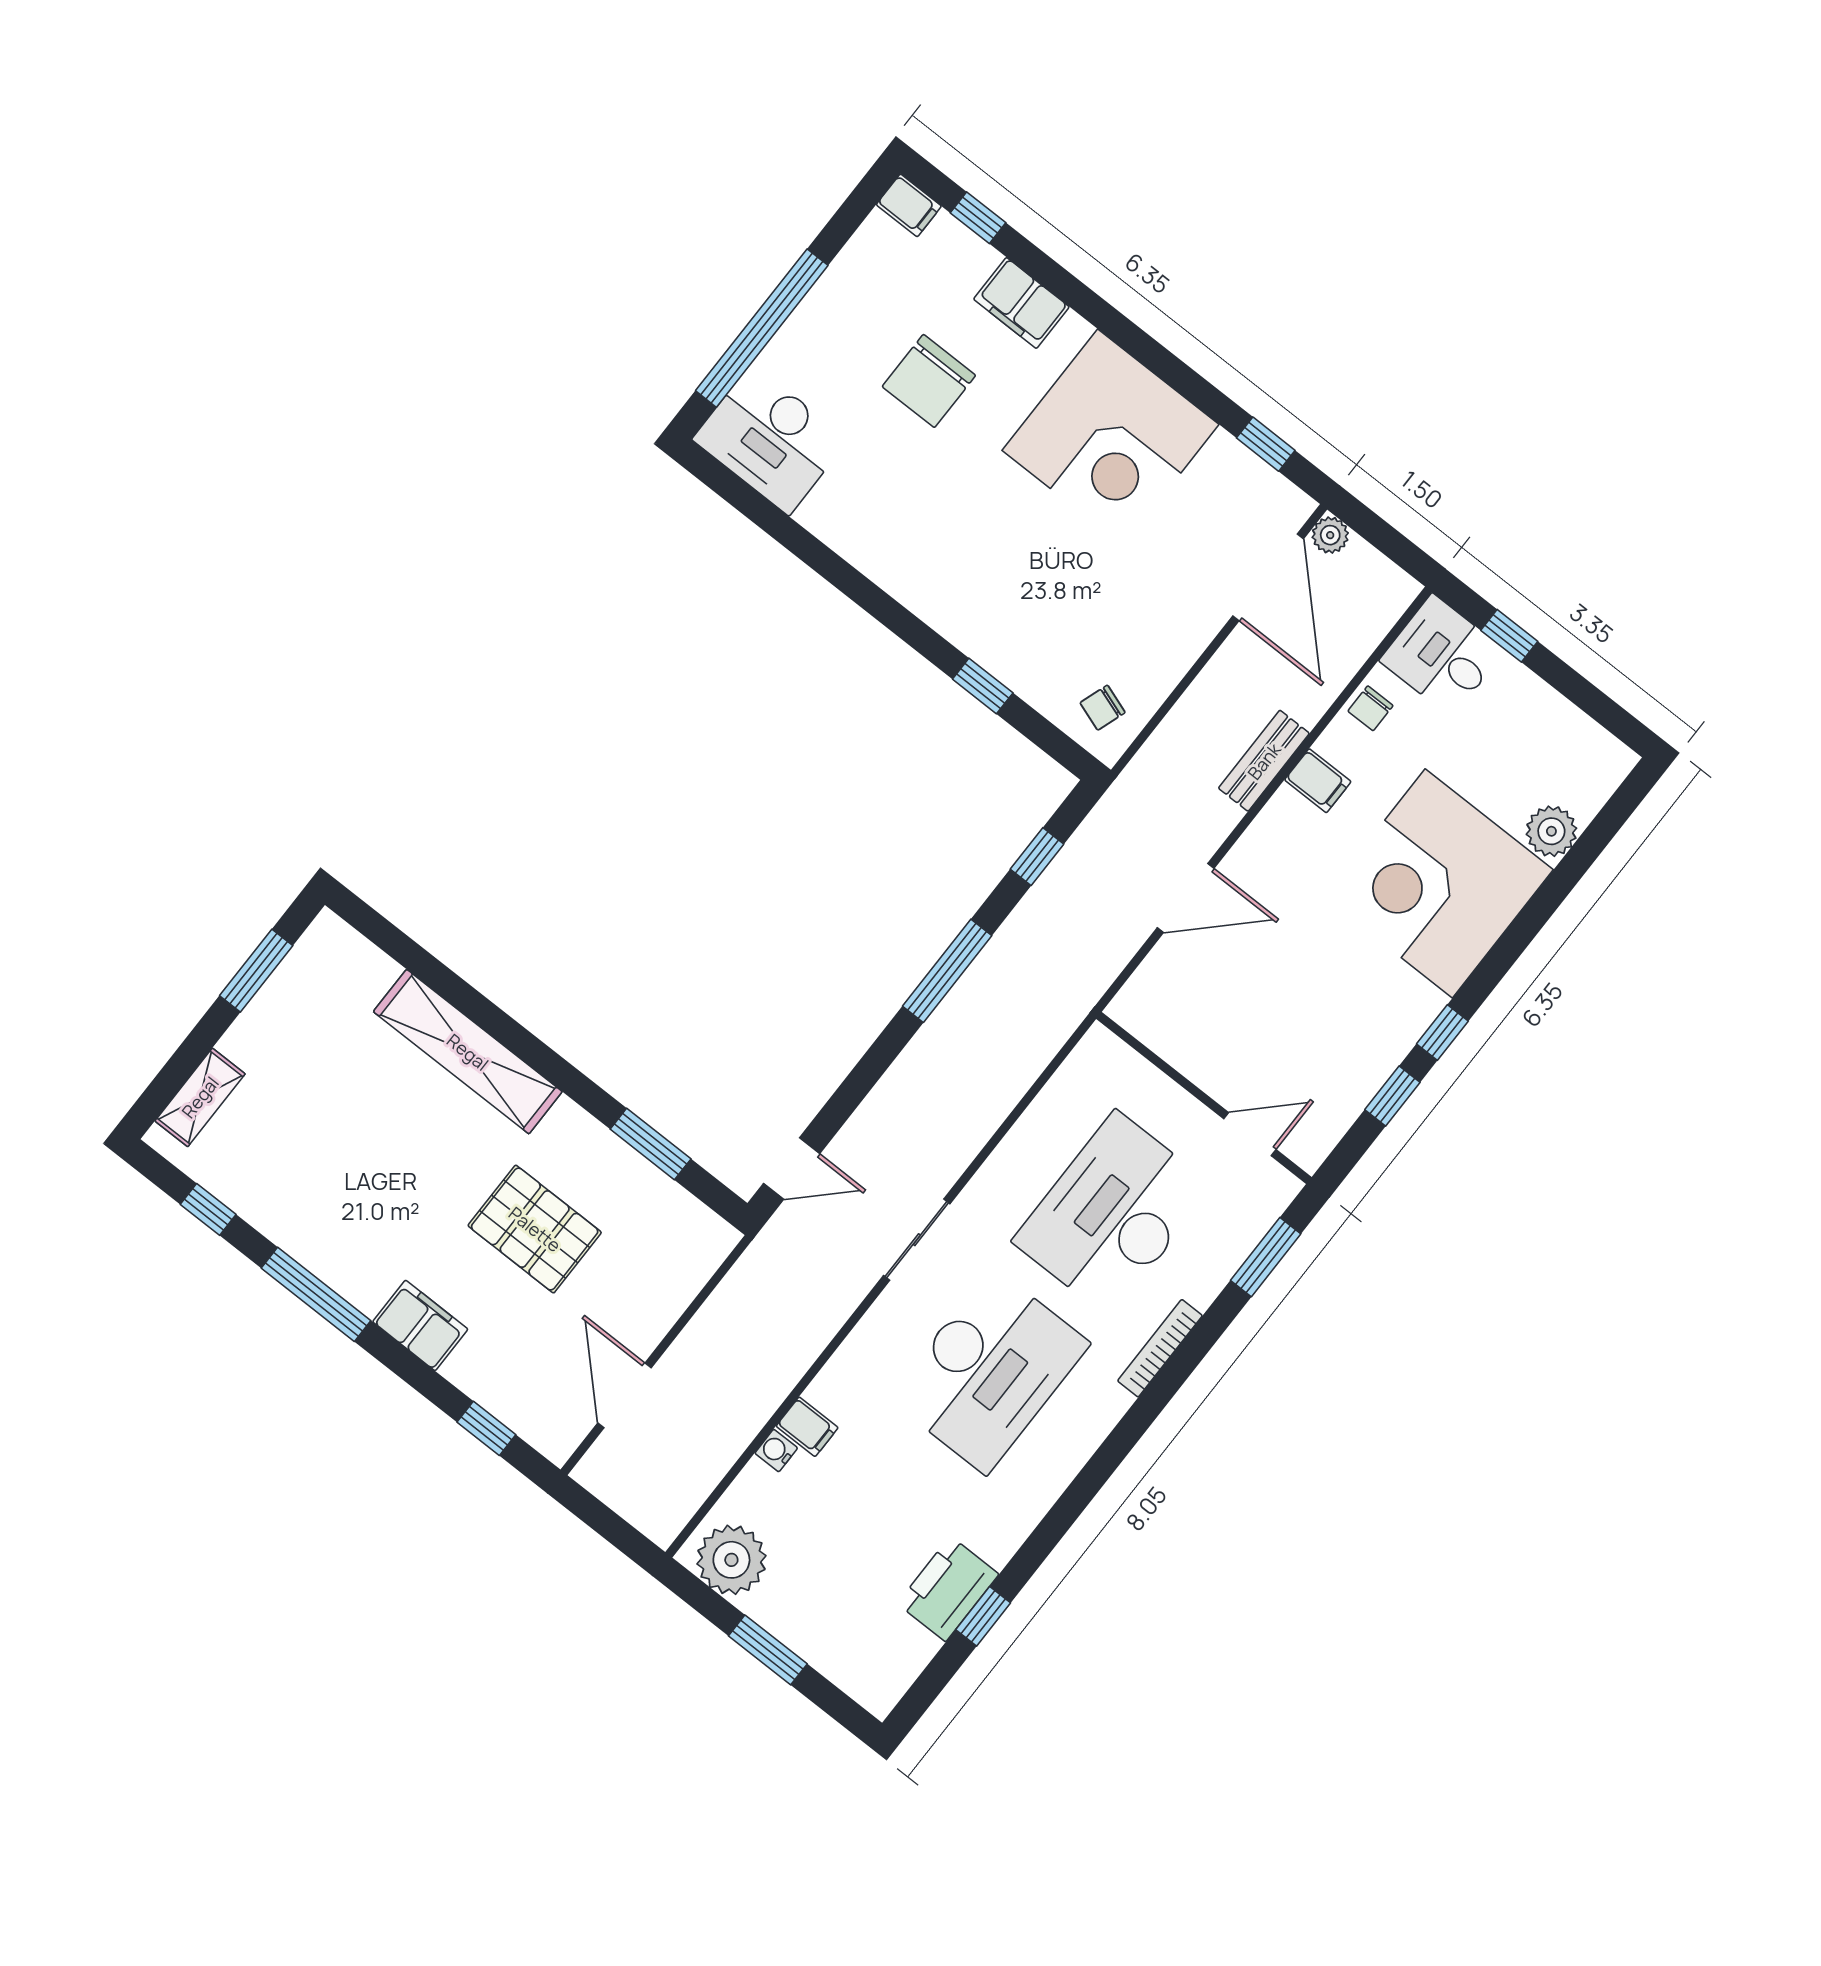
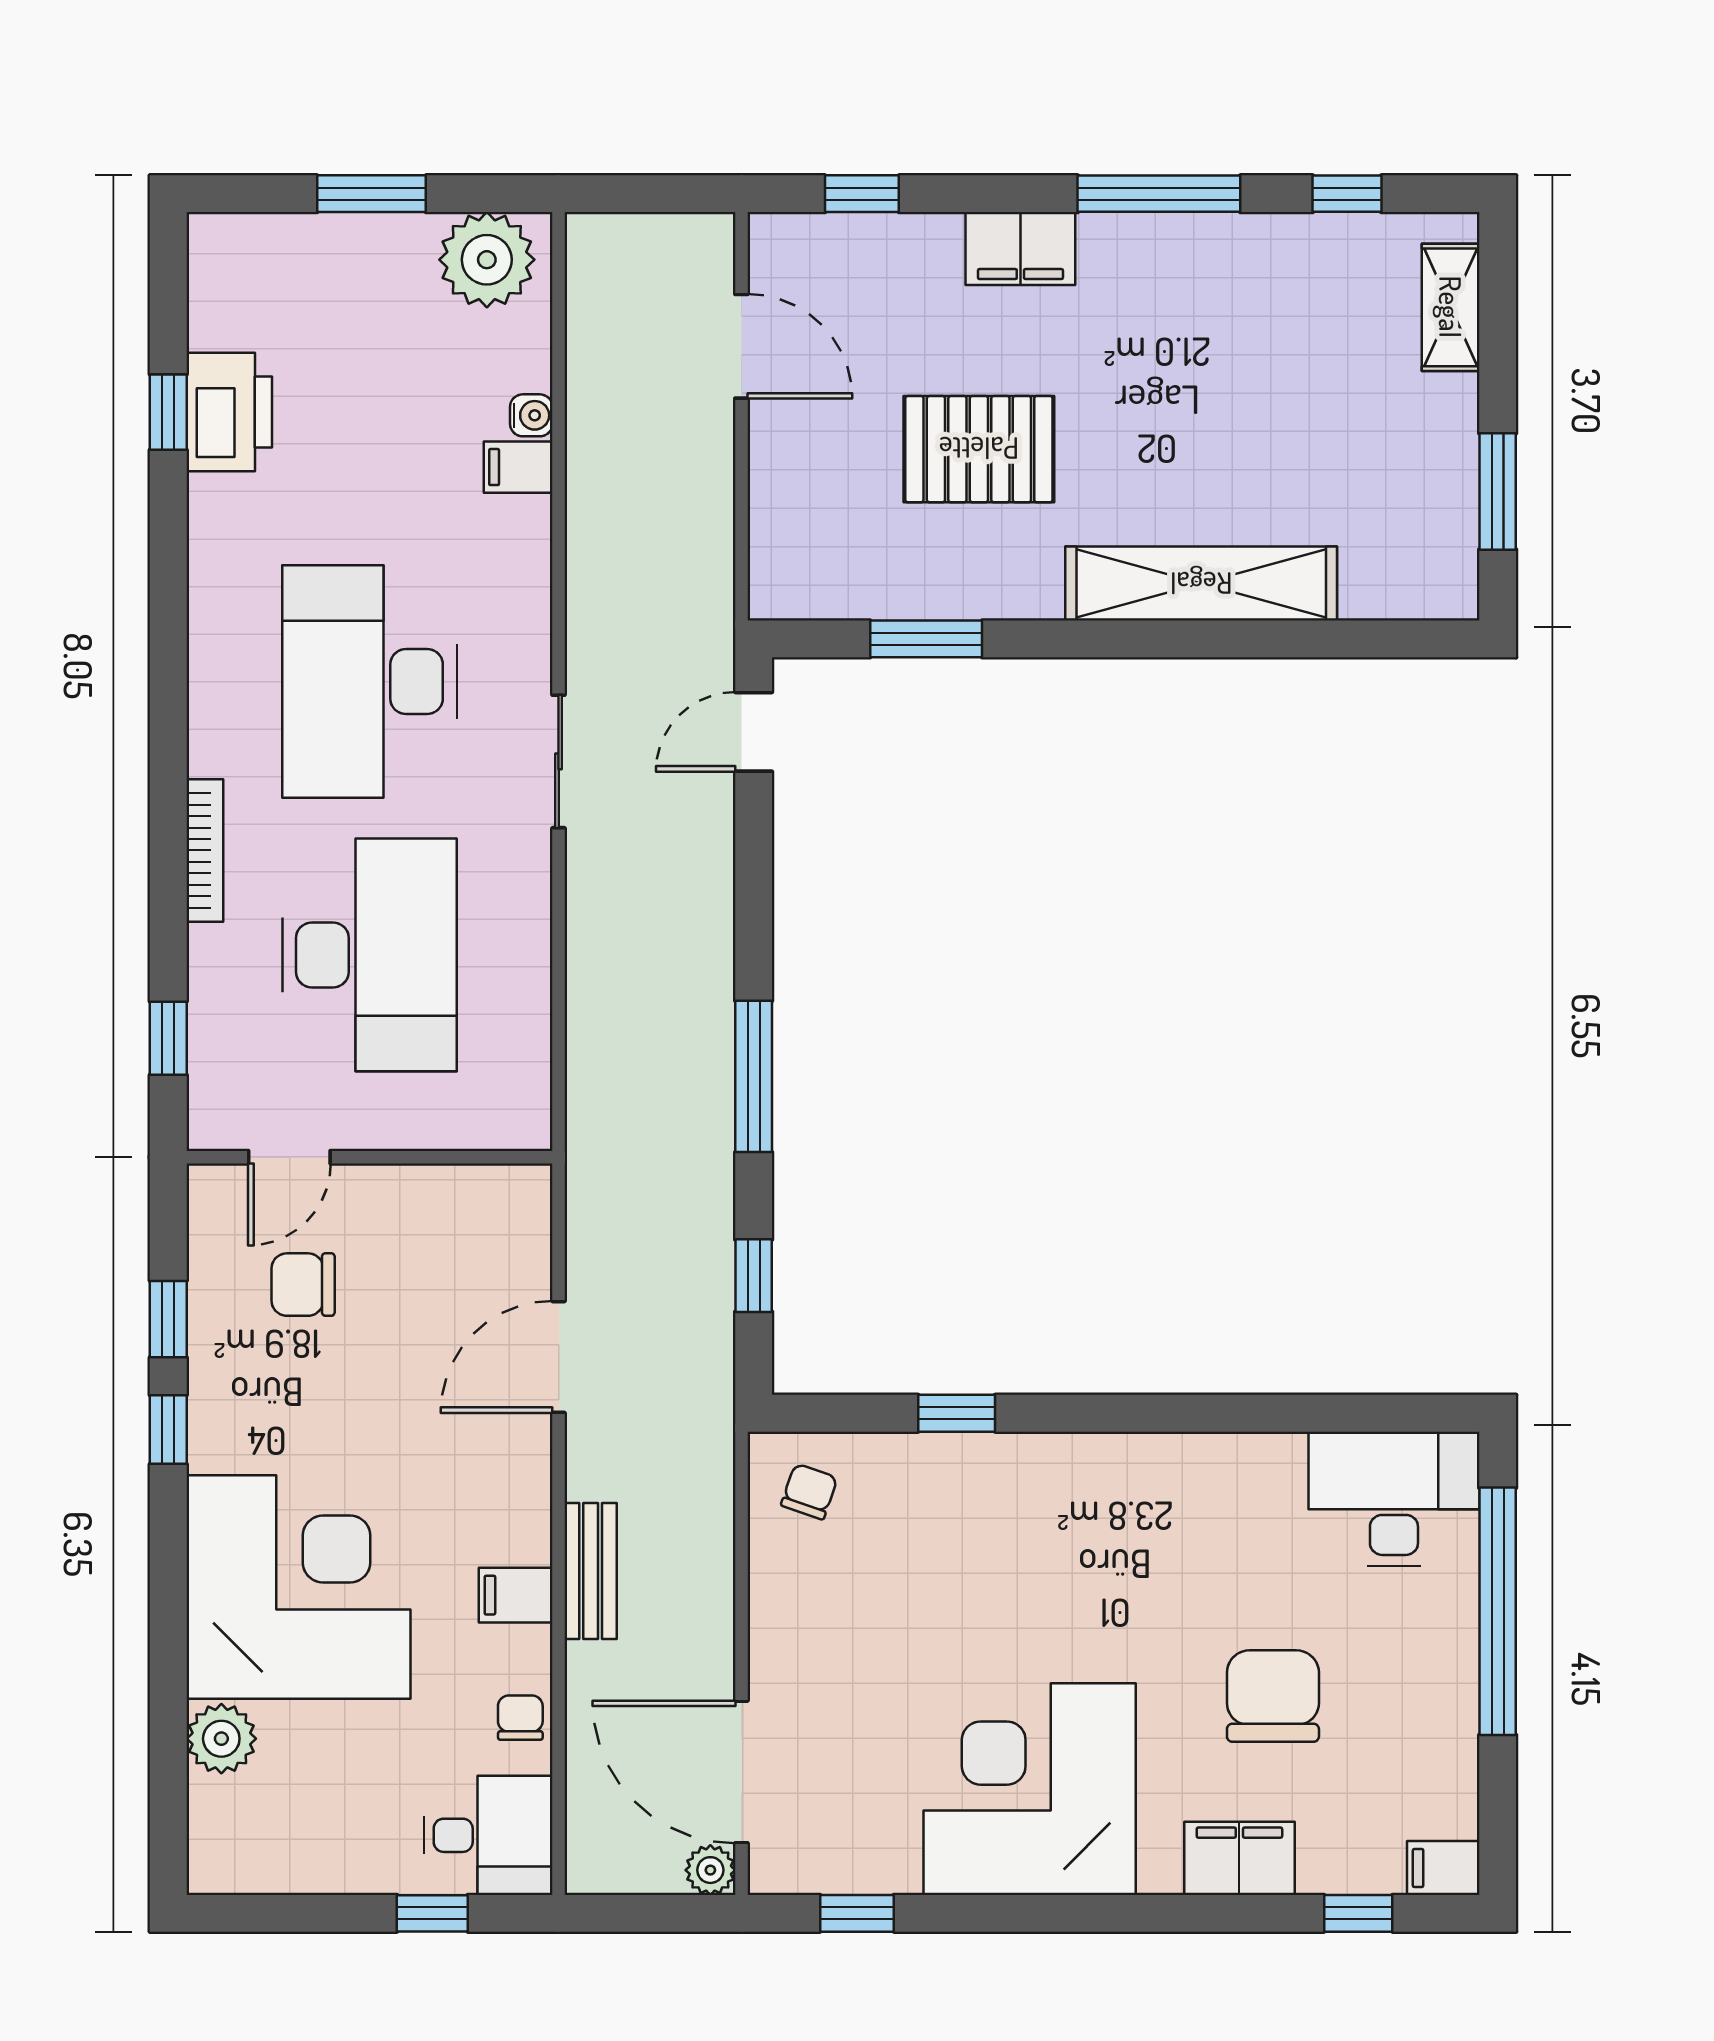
chair: (1299, 1055) -> (303, 1285), added
window: (1266, 1257) -> (168, 1038), width x0.67

